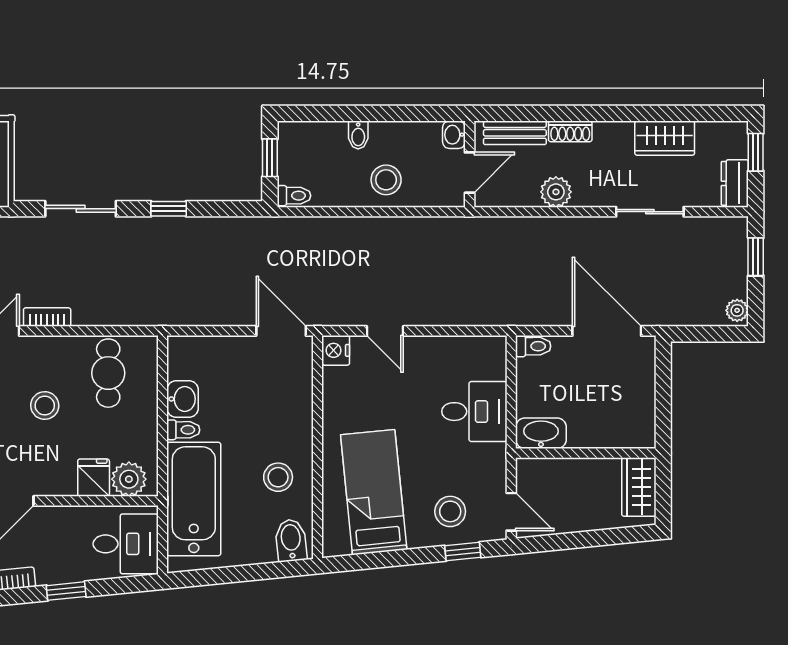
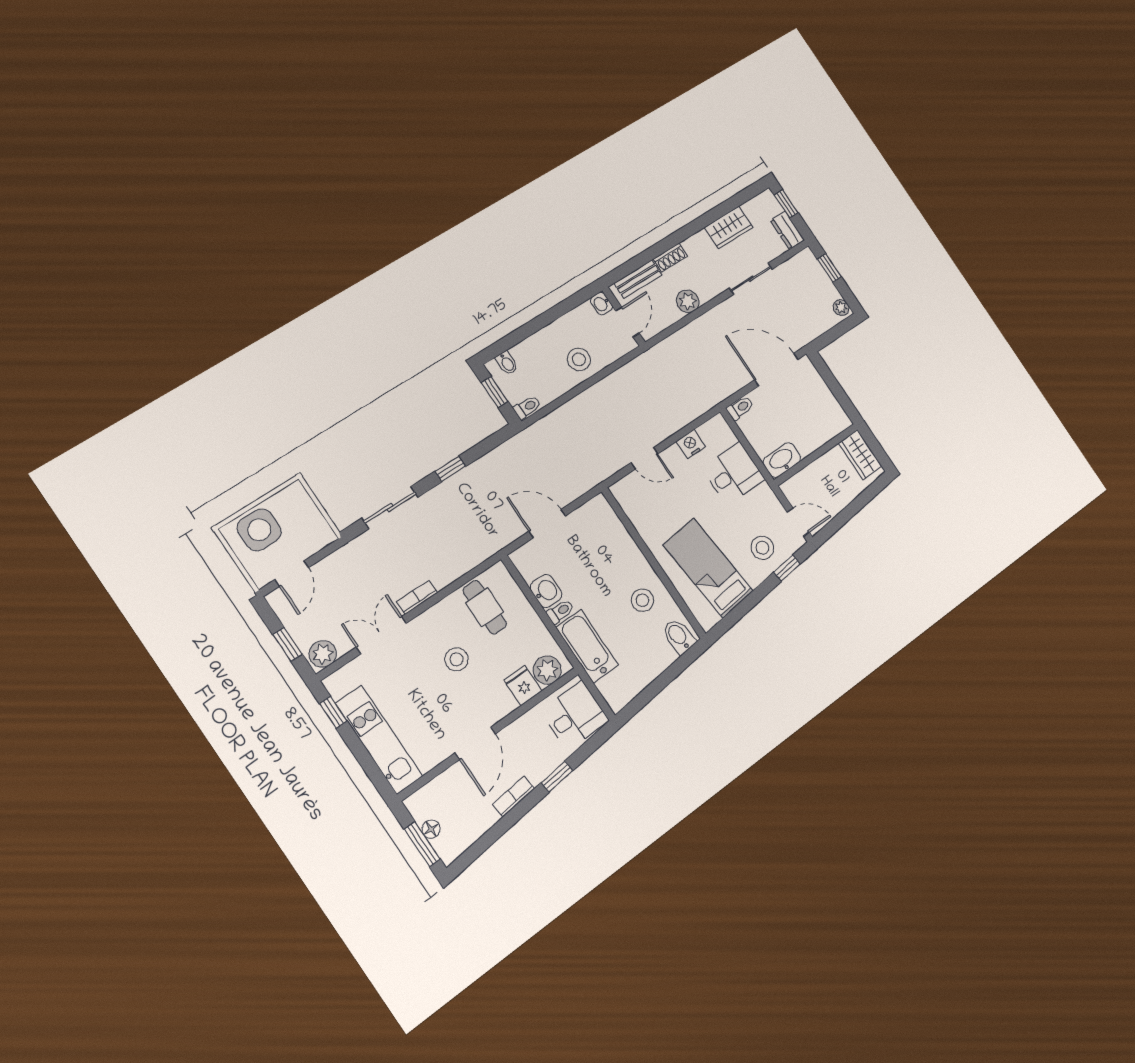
bidet: (358, 135) -> (507, 363), moved
door: (281, 331) -> (547, 524), moved
nightstand: (336, 350) -> (691, 444), moved, turned 90
bathtub: (194, 499) -> (587, 646), width x0.73, depth x0.73

